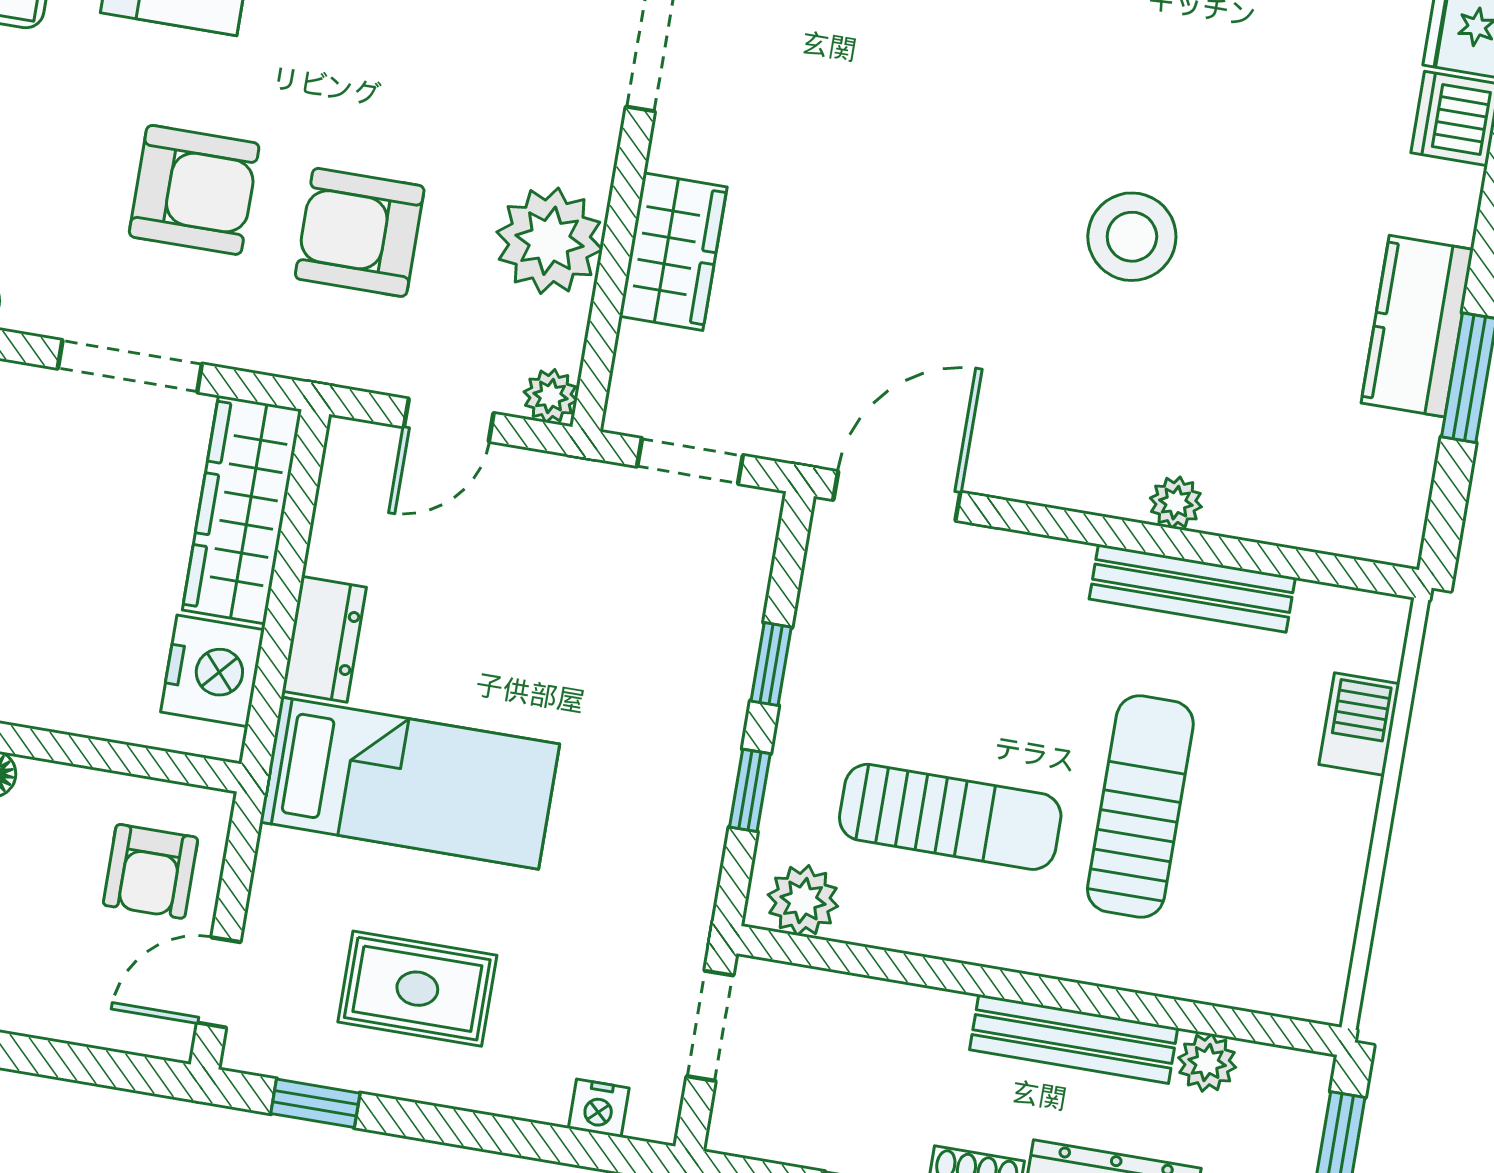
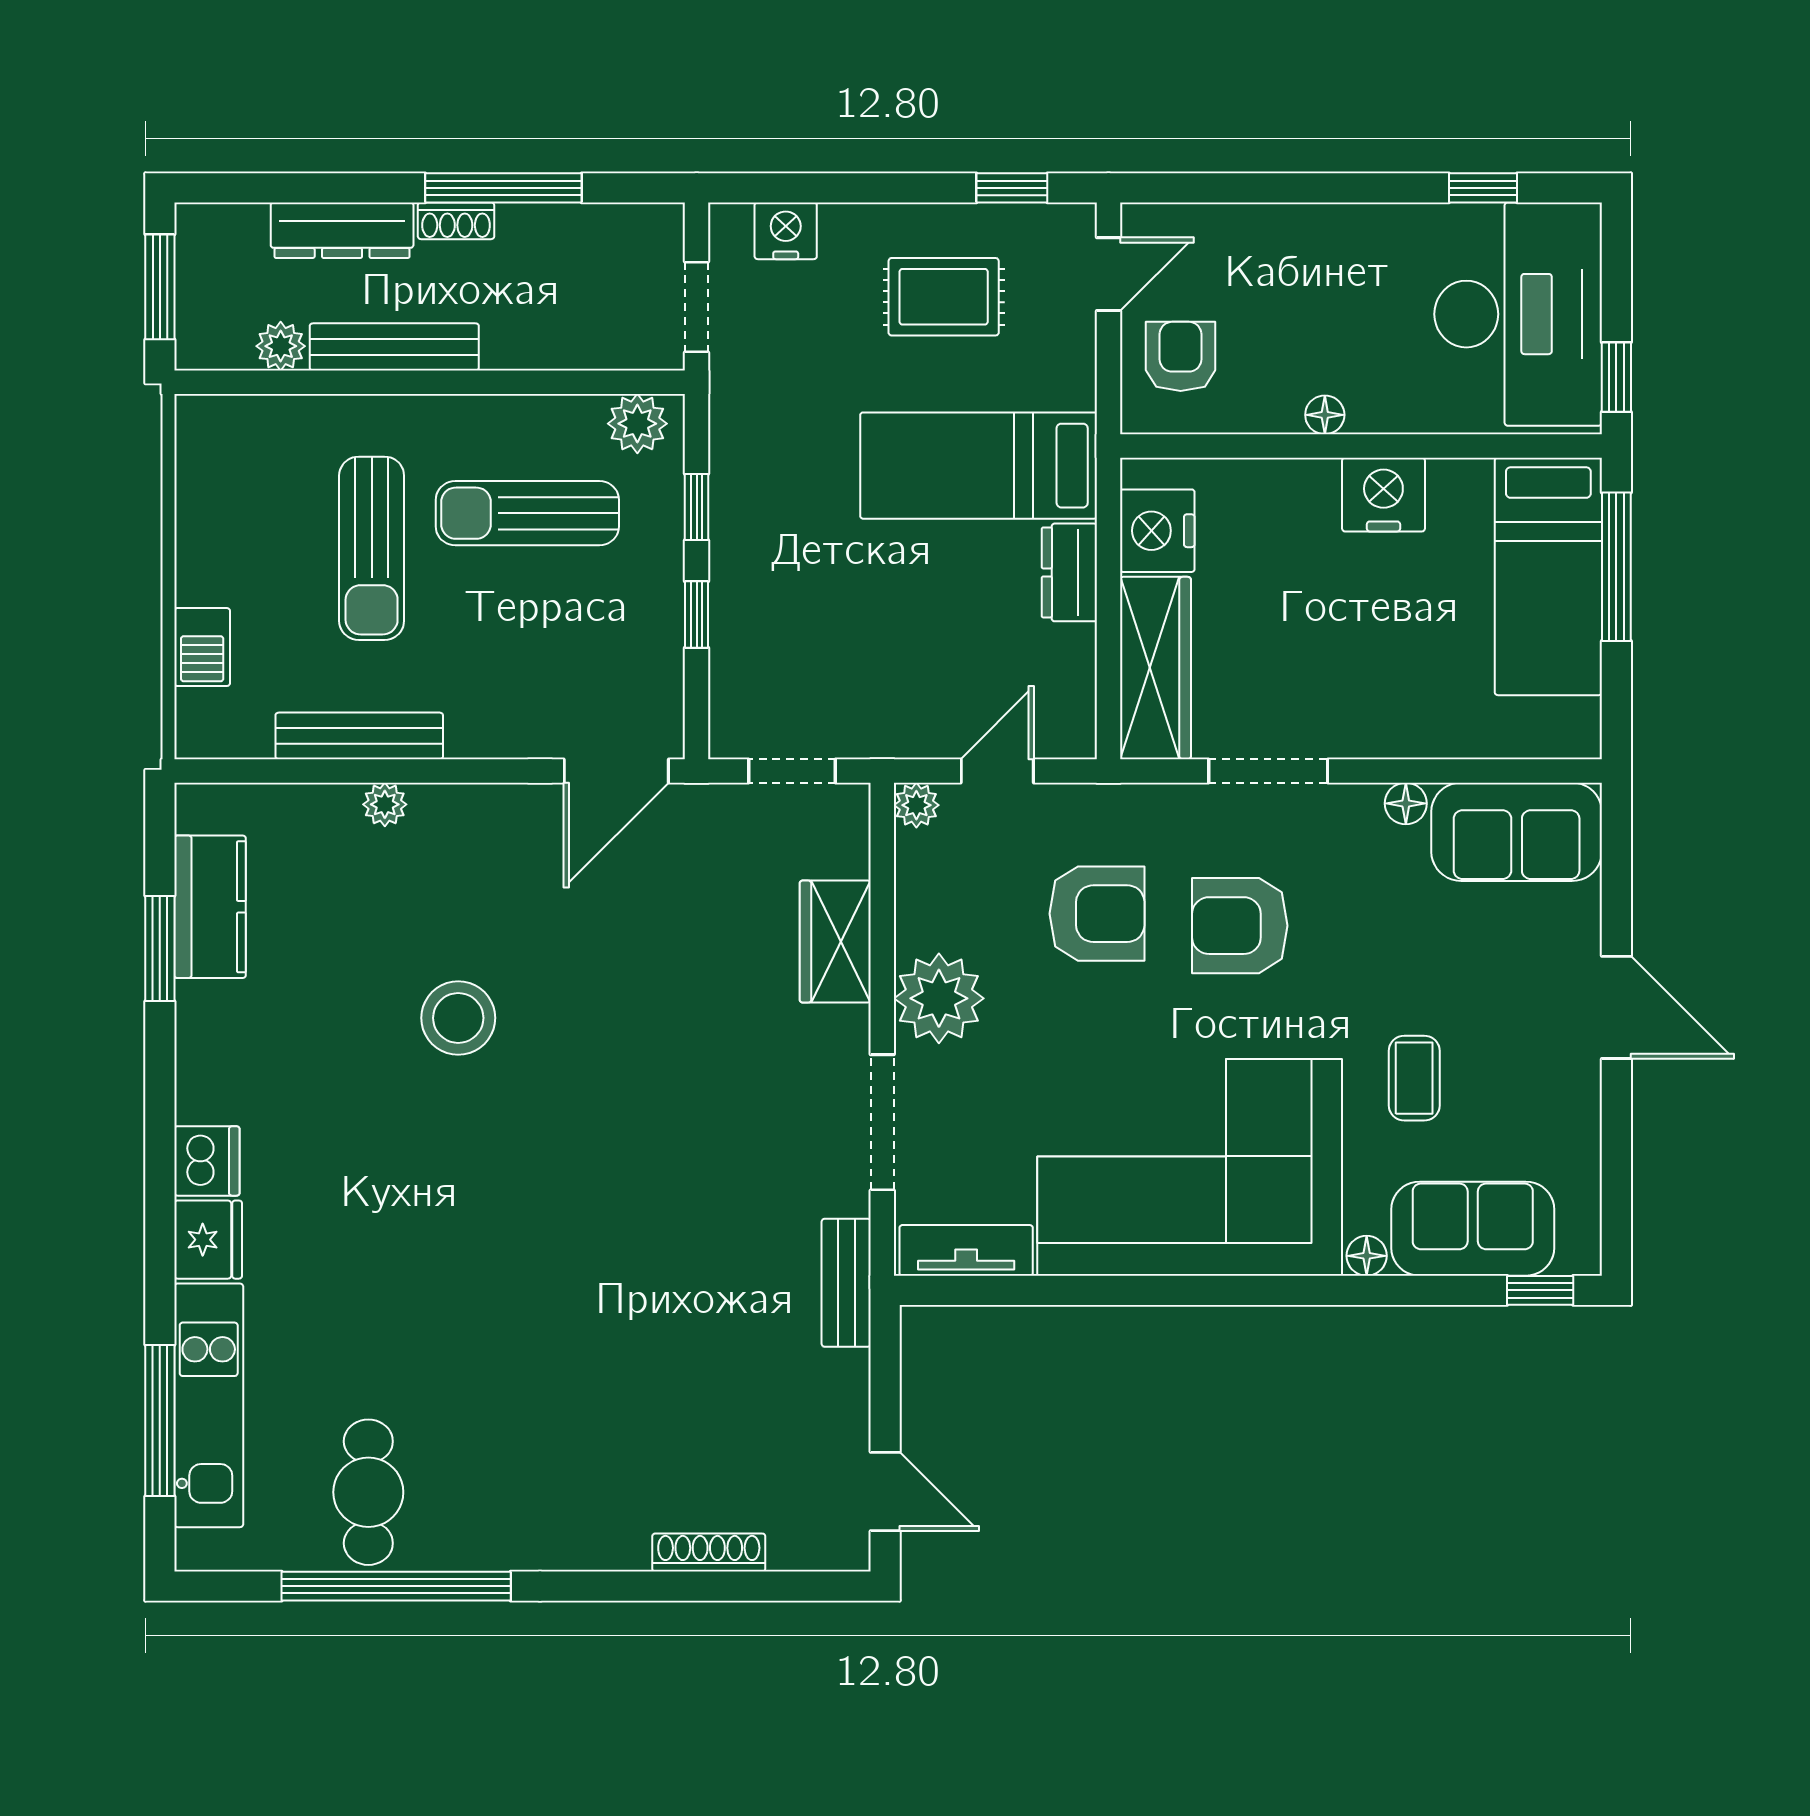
plant: (550, 241) -> (939, 998), moved
kitchen counter: (1417, 326) -> (210, 907), moved
nightstand: (599, 1108) -> (786, 231), width x1.39, depth x1.35

